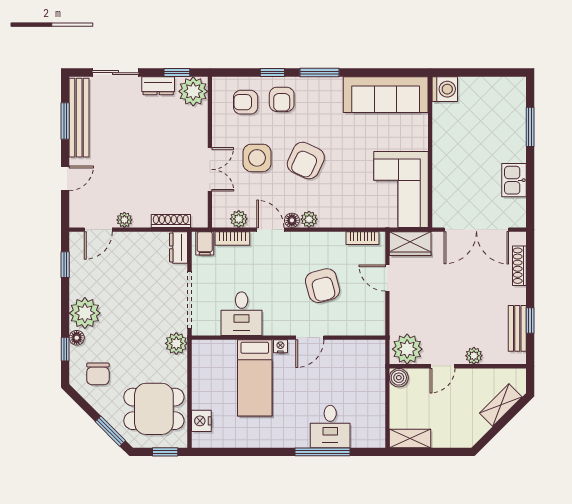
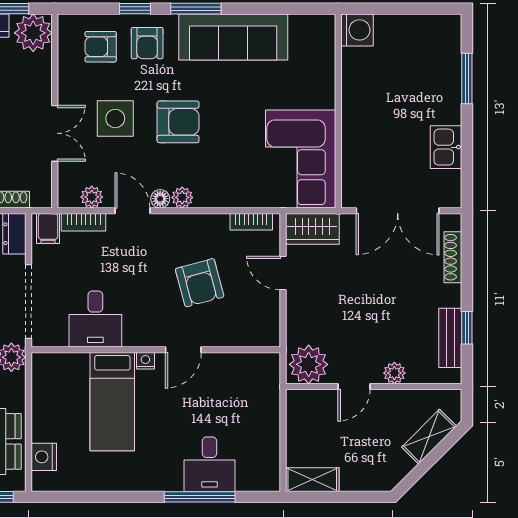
sofa: (386, 95) -> (233, 37), moved
armchair: (306, 161) -> (178, 122), turned -115
boiler: (399, 378) -> (298, 401), removed

